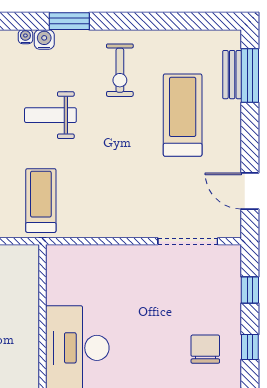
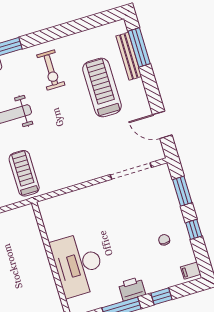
bench: (232, 75) -> (129, 56), width x1.36
window: (250, 290) -> (182, 191), width x1.50
chair: (205, 349) -> (164, 240), width x0.54, depth x0.54

